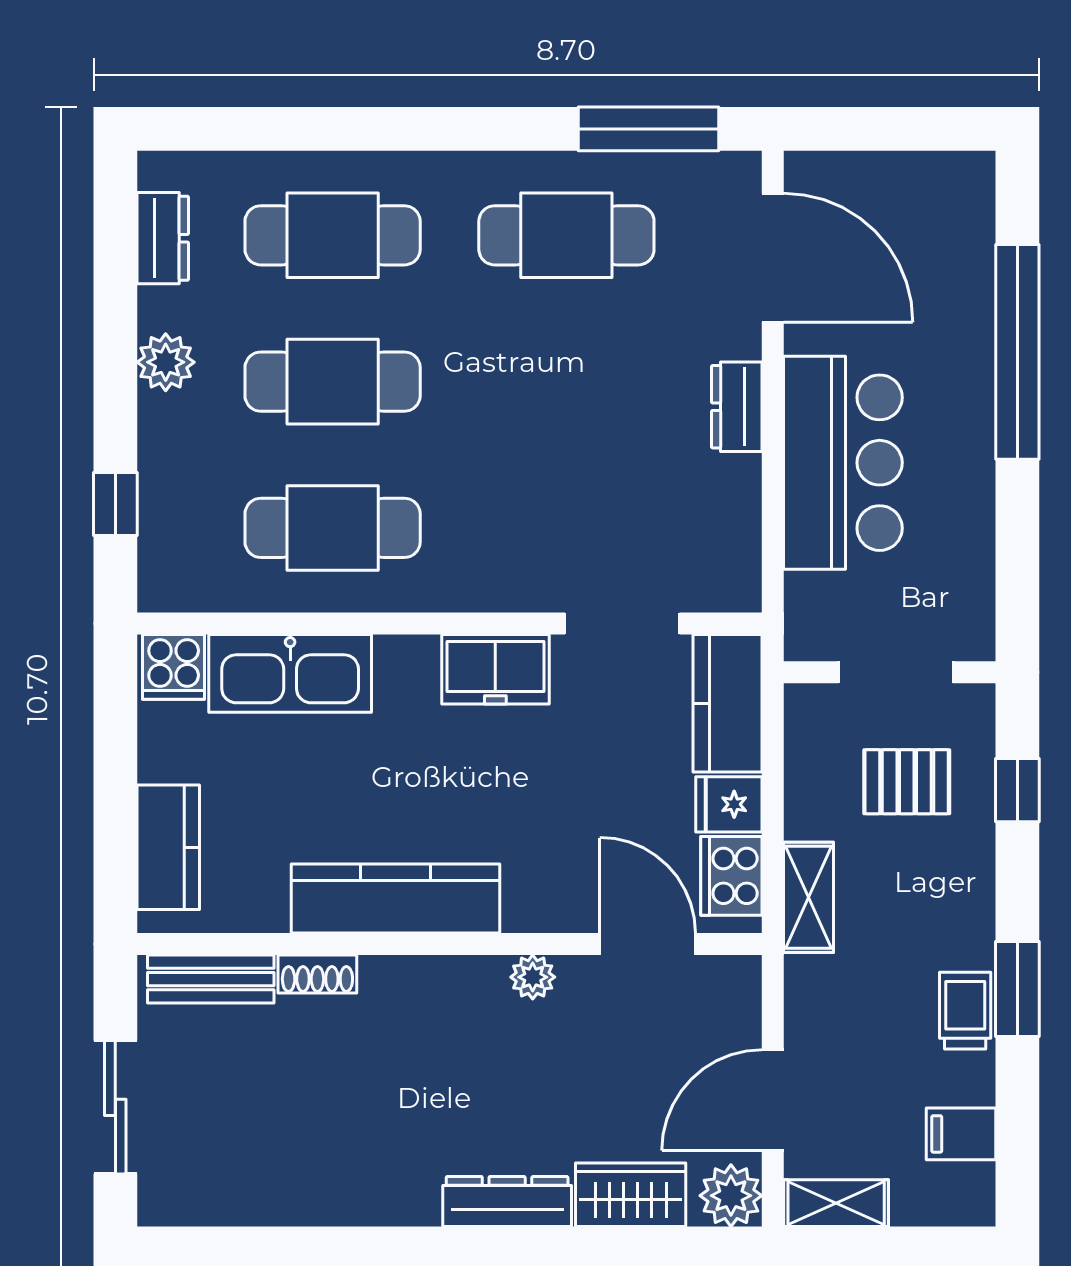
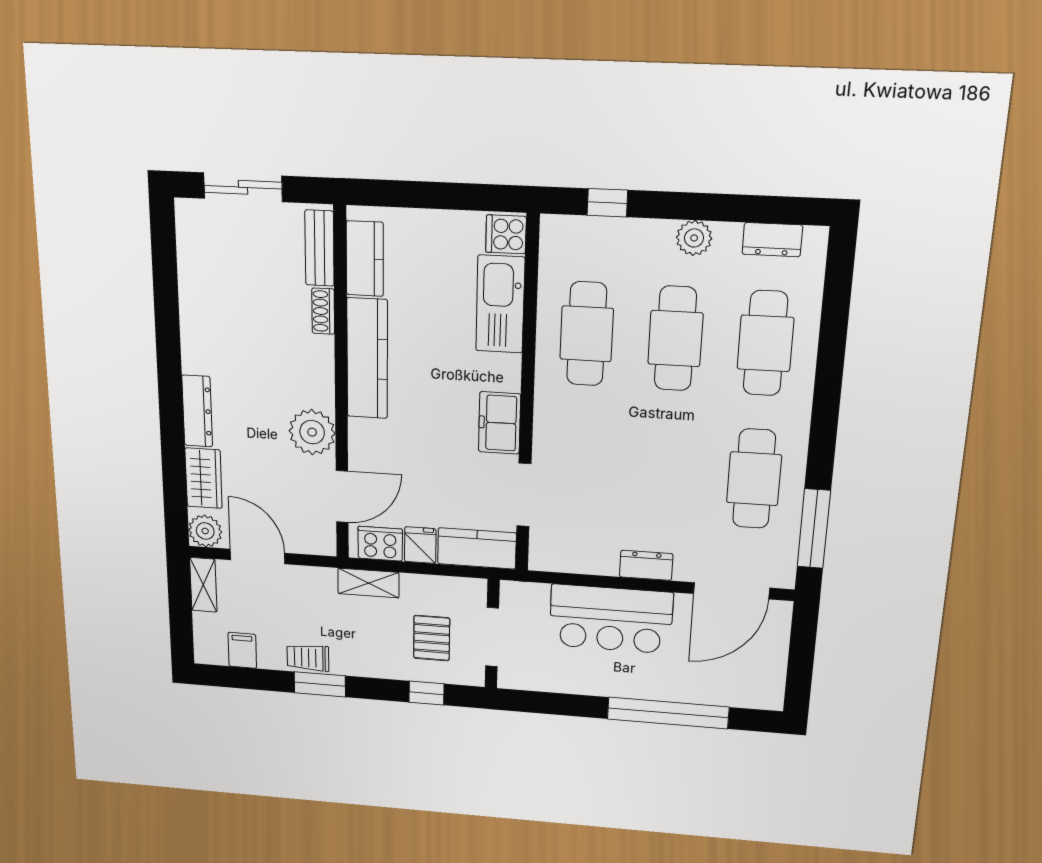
kitchen counter: (168, 847) -> (365, 259), moved, turned -90
plant: (533, 977) -> (312, 432), width x1.88, depth x1.88
trolley: (965, 1011) -> (308, 658), turned 180

